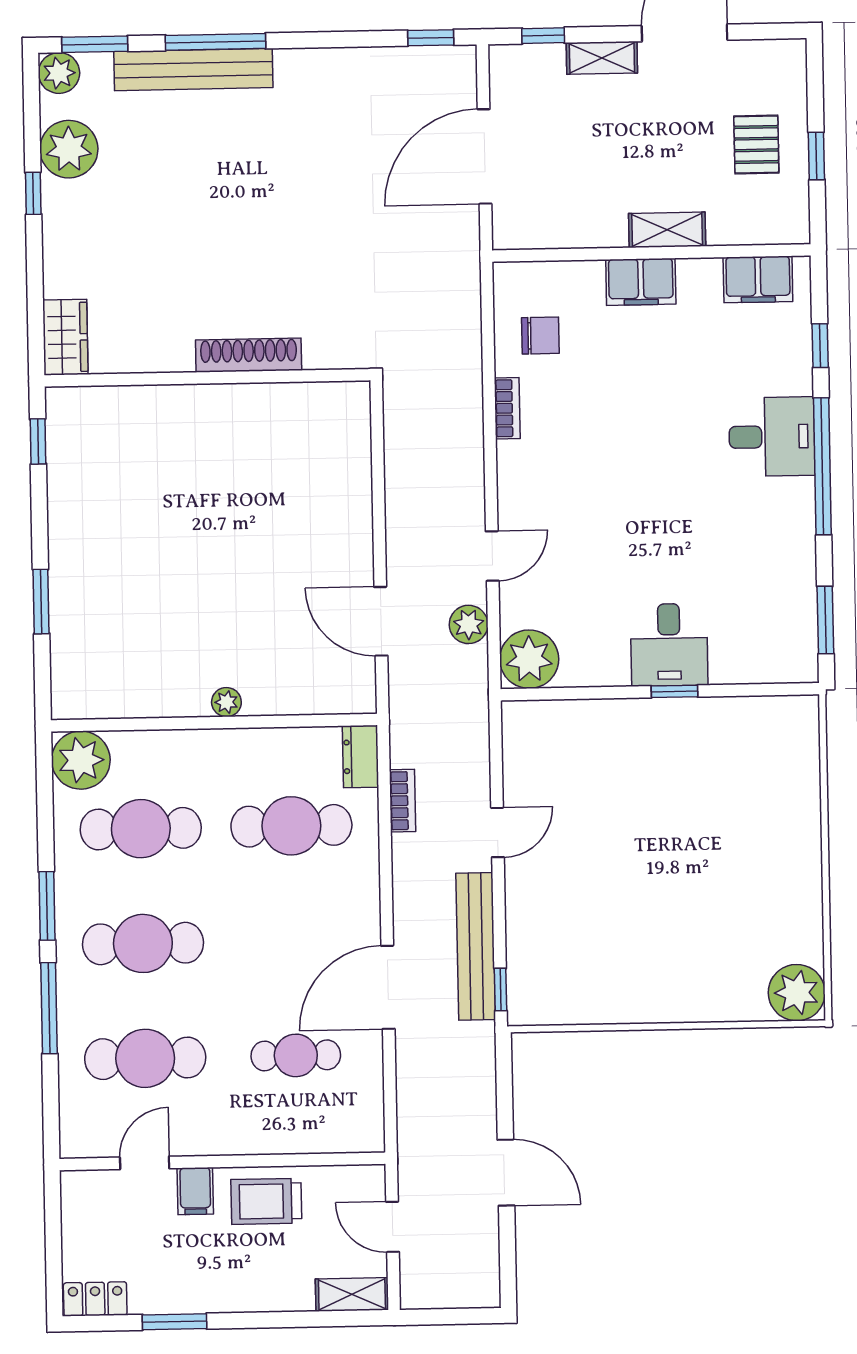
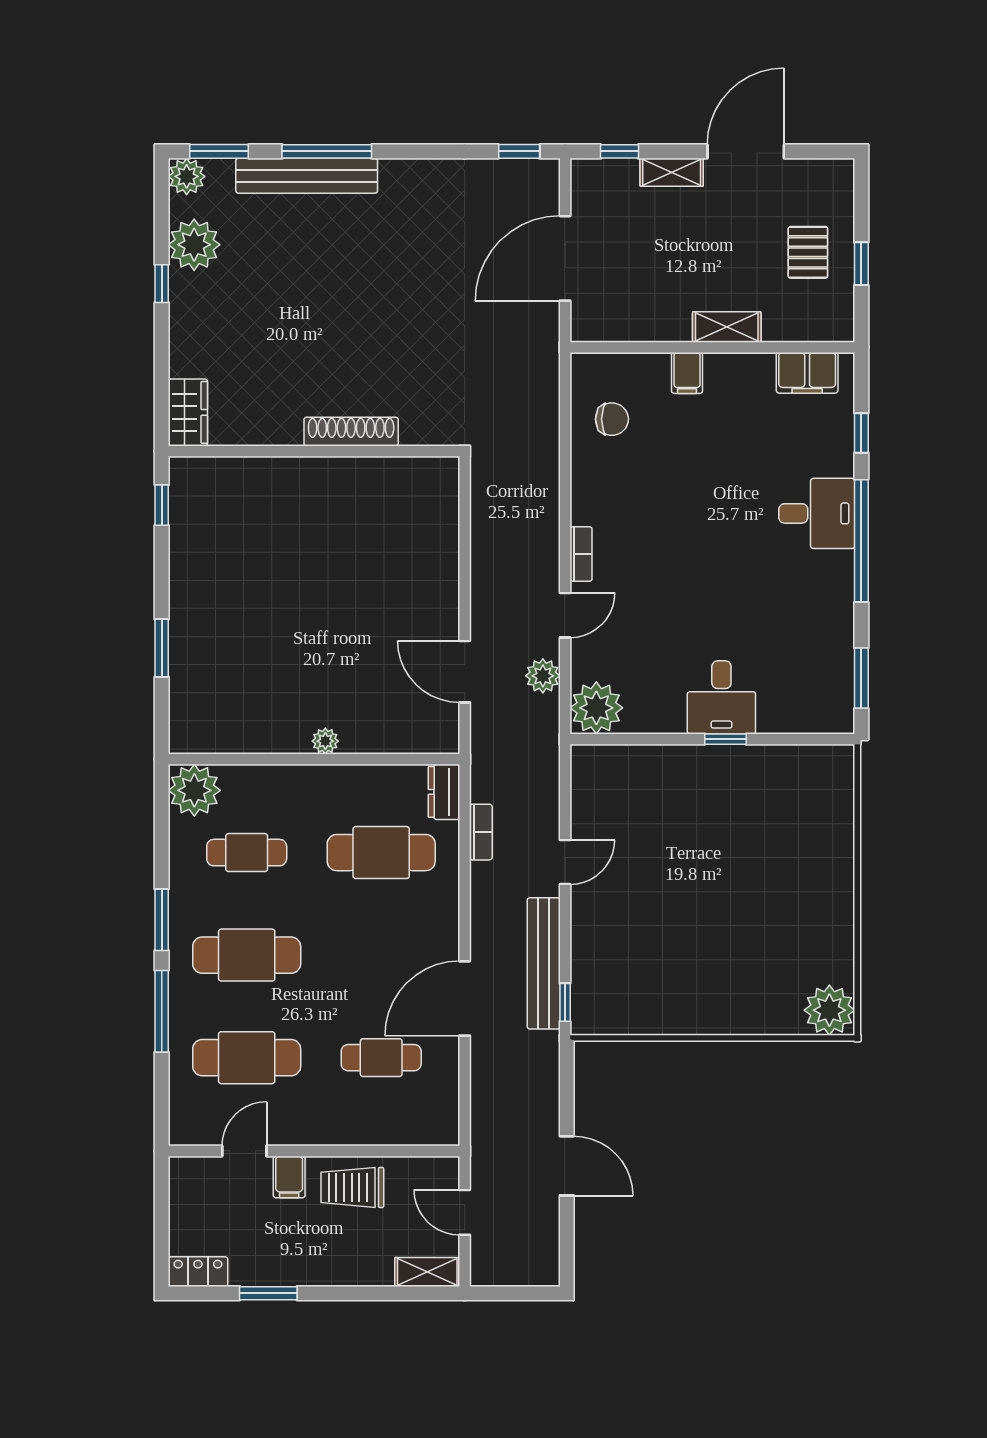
filing cabinet: (641, 282) -> (687, 373), width x0.50
bookcase: (507, 408) -> (581, 554), moved
cafe table: (141, 829) -> (247, 853), width x0.73, depth x0.74

